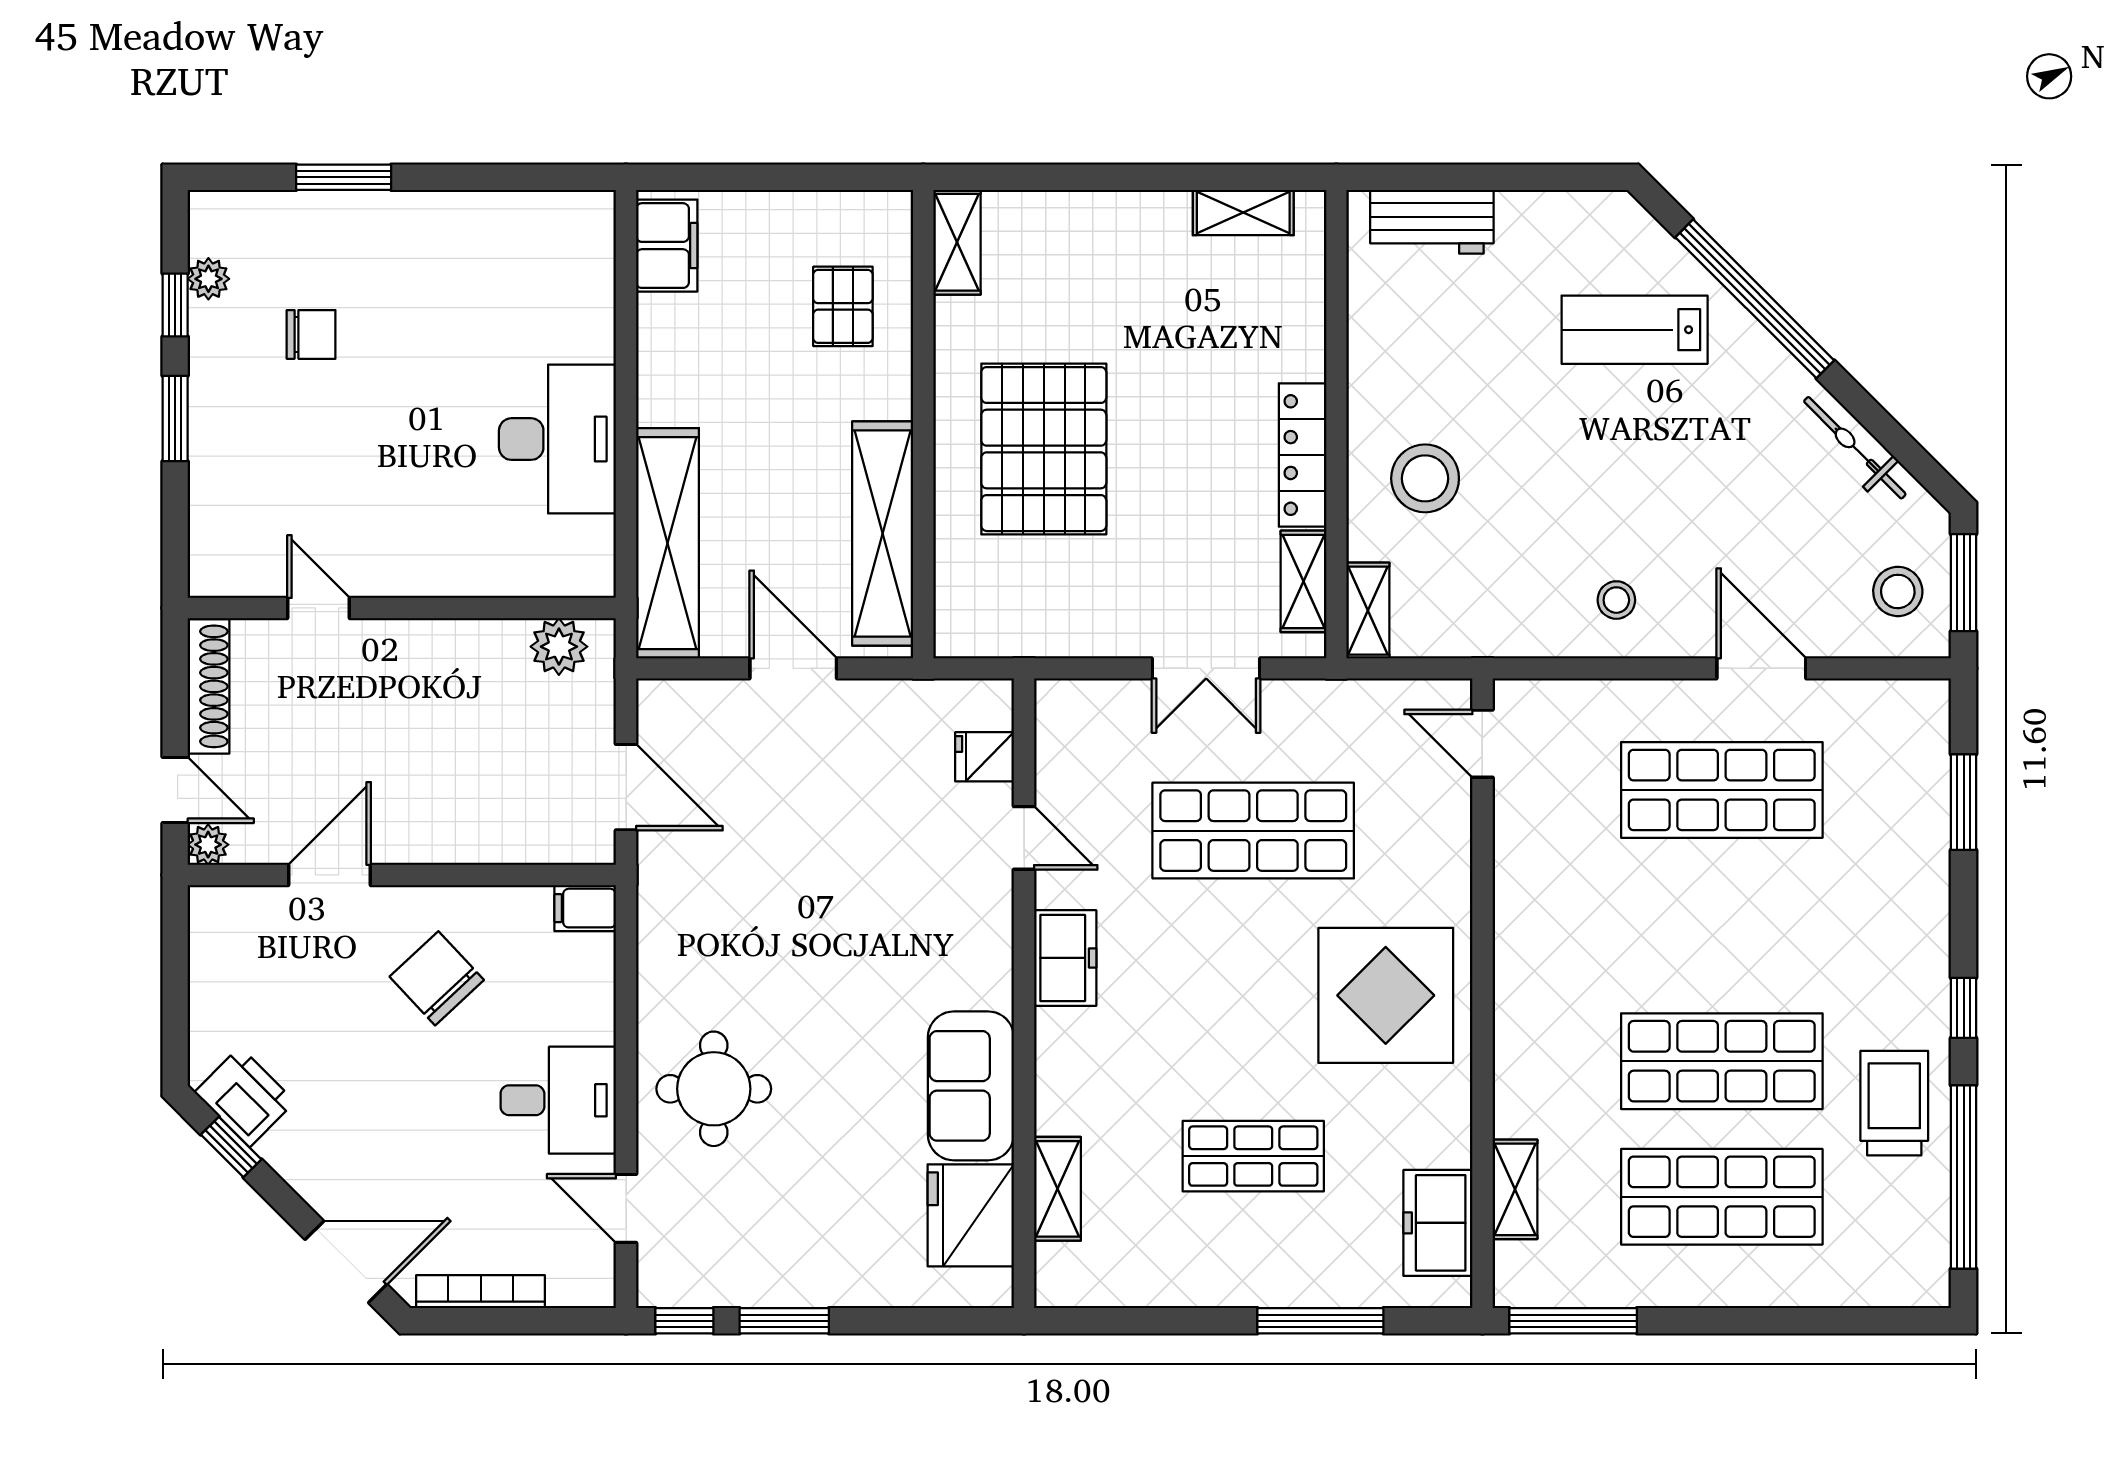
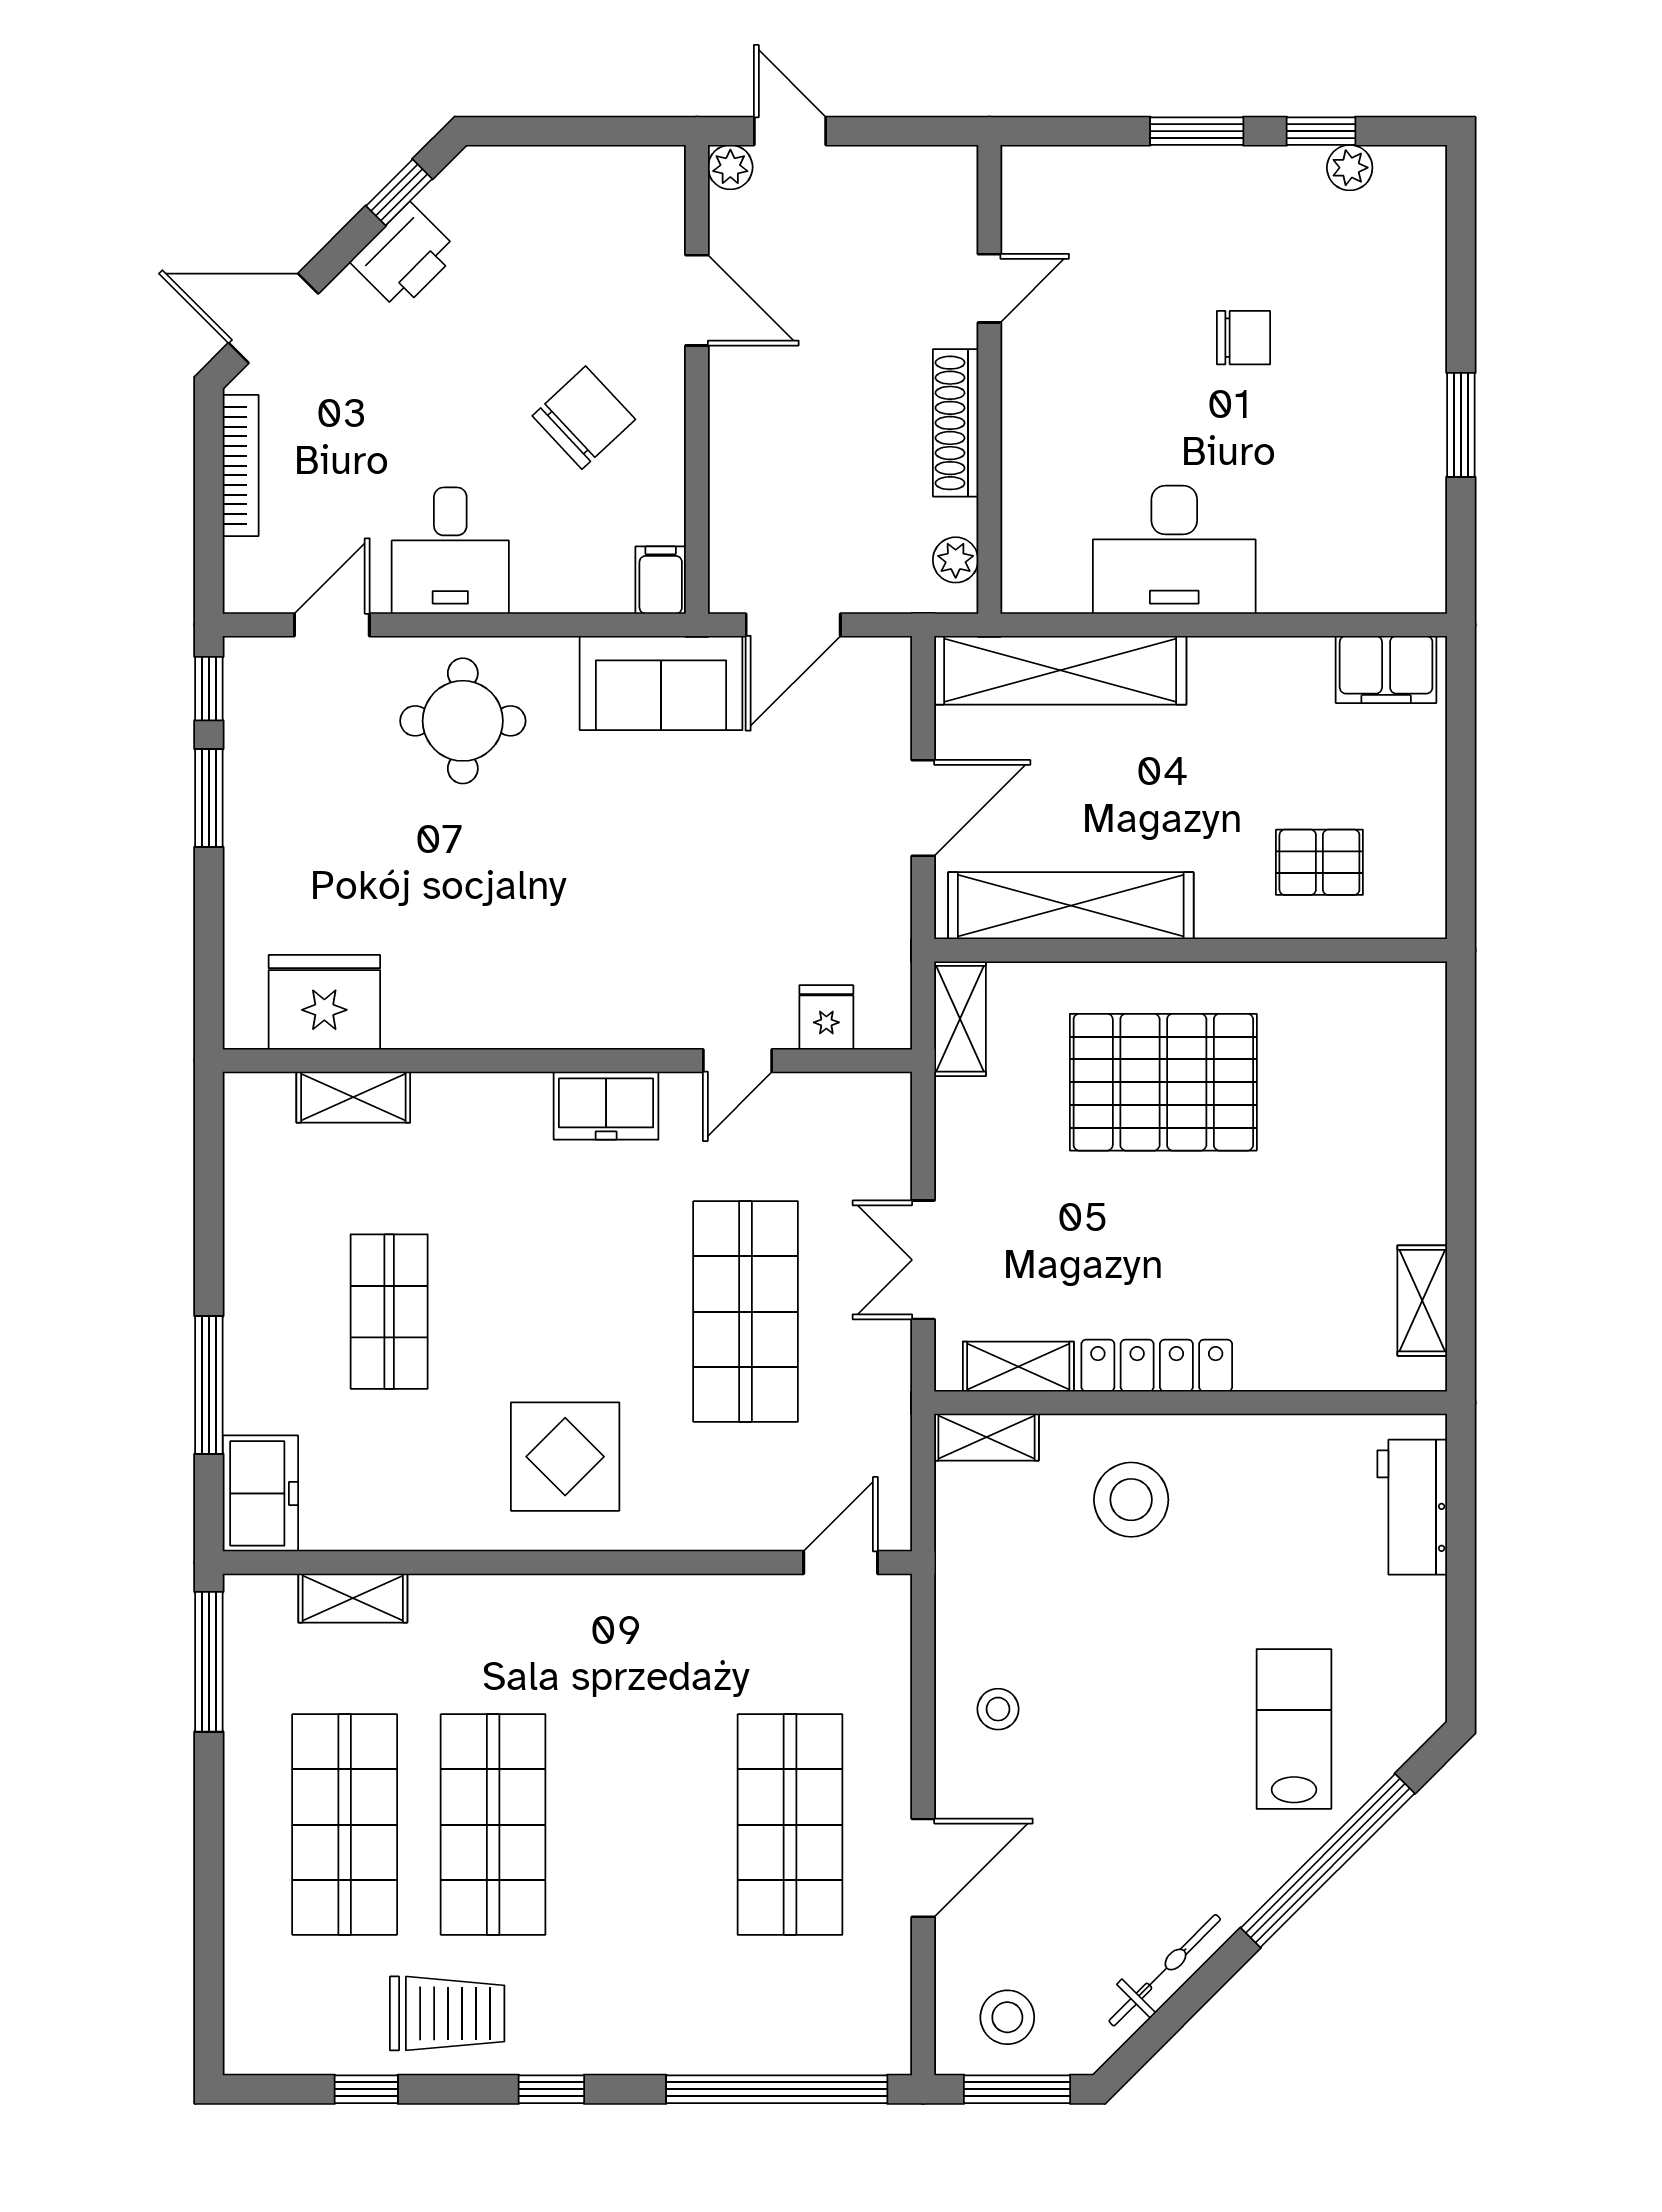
window: (344, 177) -> (1461, 425), moved
shelving: (957, 242) -> (960, 1019), moved, turned 90
chair: (311, 334) -> (1244, 338), moved, turned -90
plant: (559, 647) -> (956, 560), width x0.73, depth x0.73
shoe rack: (208, 686) -> (956, 423), moved, turned 90
door: (175, 790) -> (790, 131), swing flipped
window: (1964, 802) -> (777, 2089), width x2.11
display table: (1386, 995) -> (565, 1457), width x0.73, depth x0.73
sofa: (971, 1086) -> (661, 683), moved, turned 180
printer: (245, 1097) -> (405, 257), moved
window: (1964, 1177) -> (366, 2089), width x0.32
freezer: (1438, 1223) -> (260, 1493), moved, turned 90
door: (346, 1262) -> (273, 318), swing flipped

